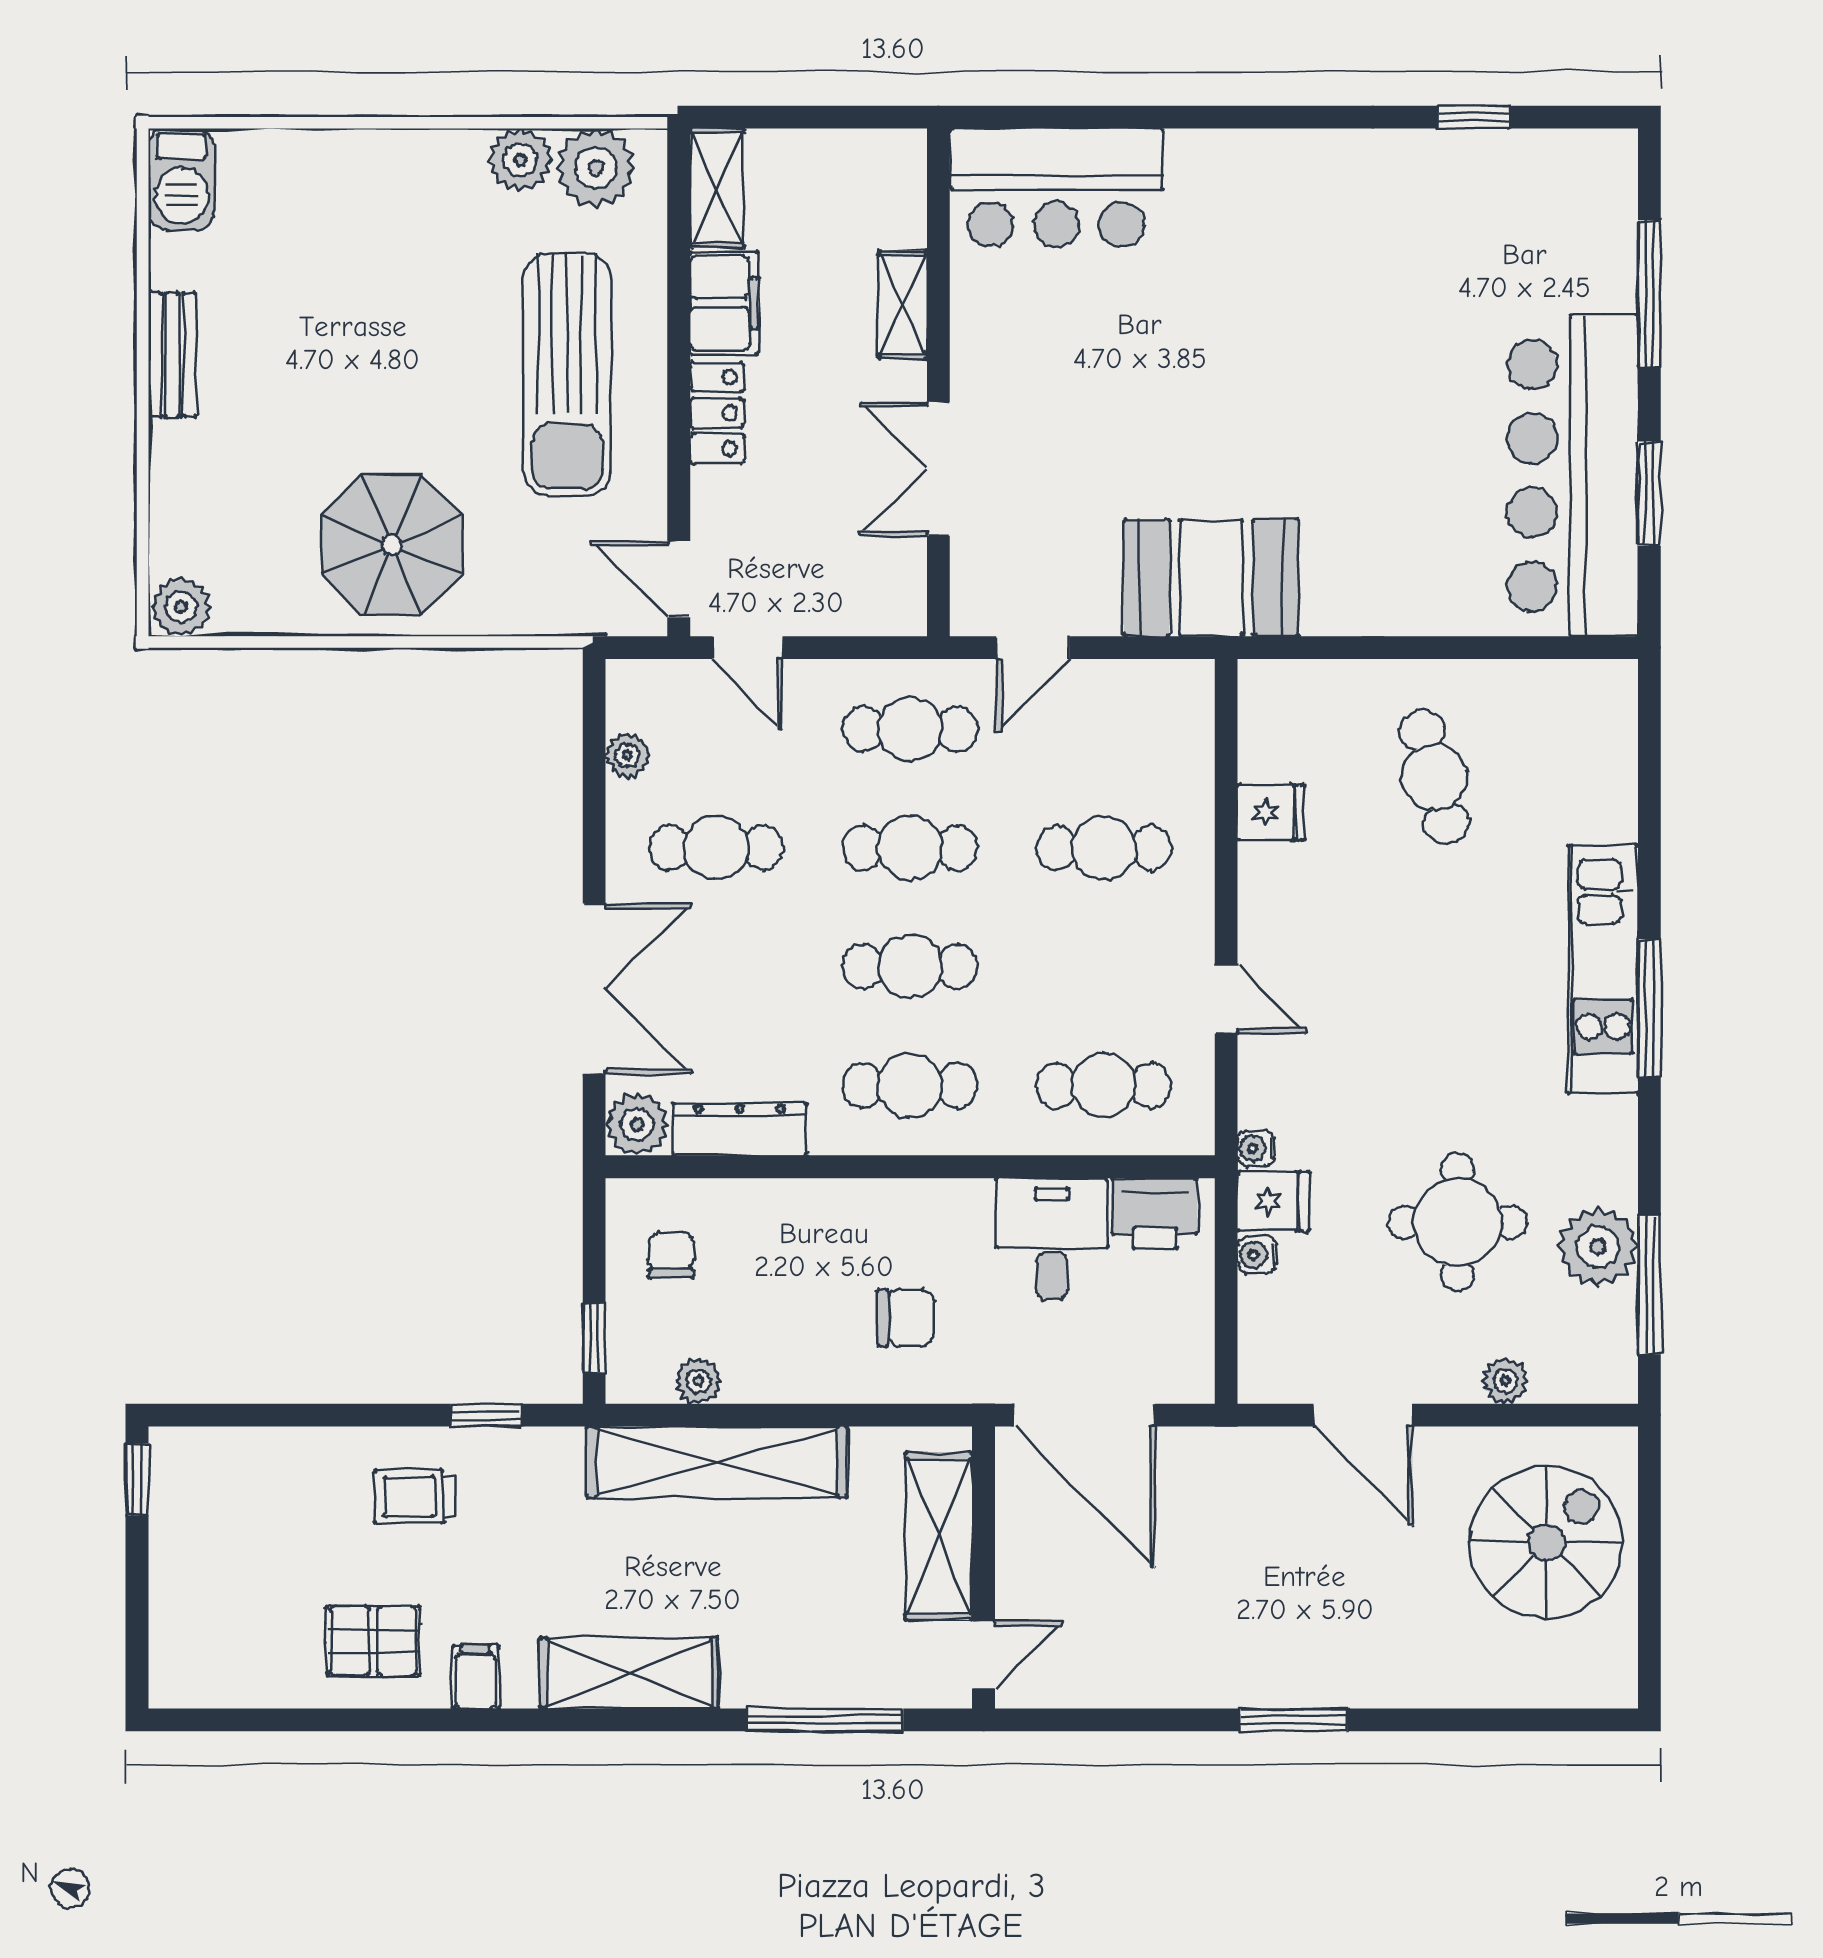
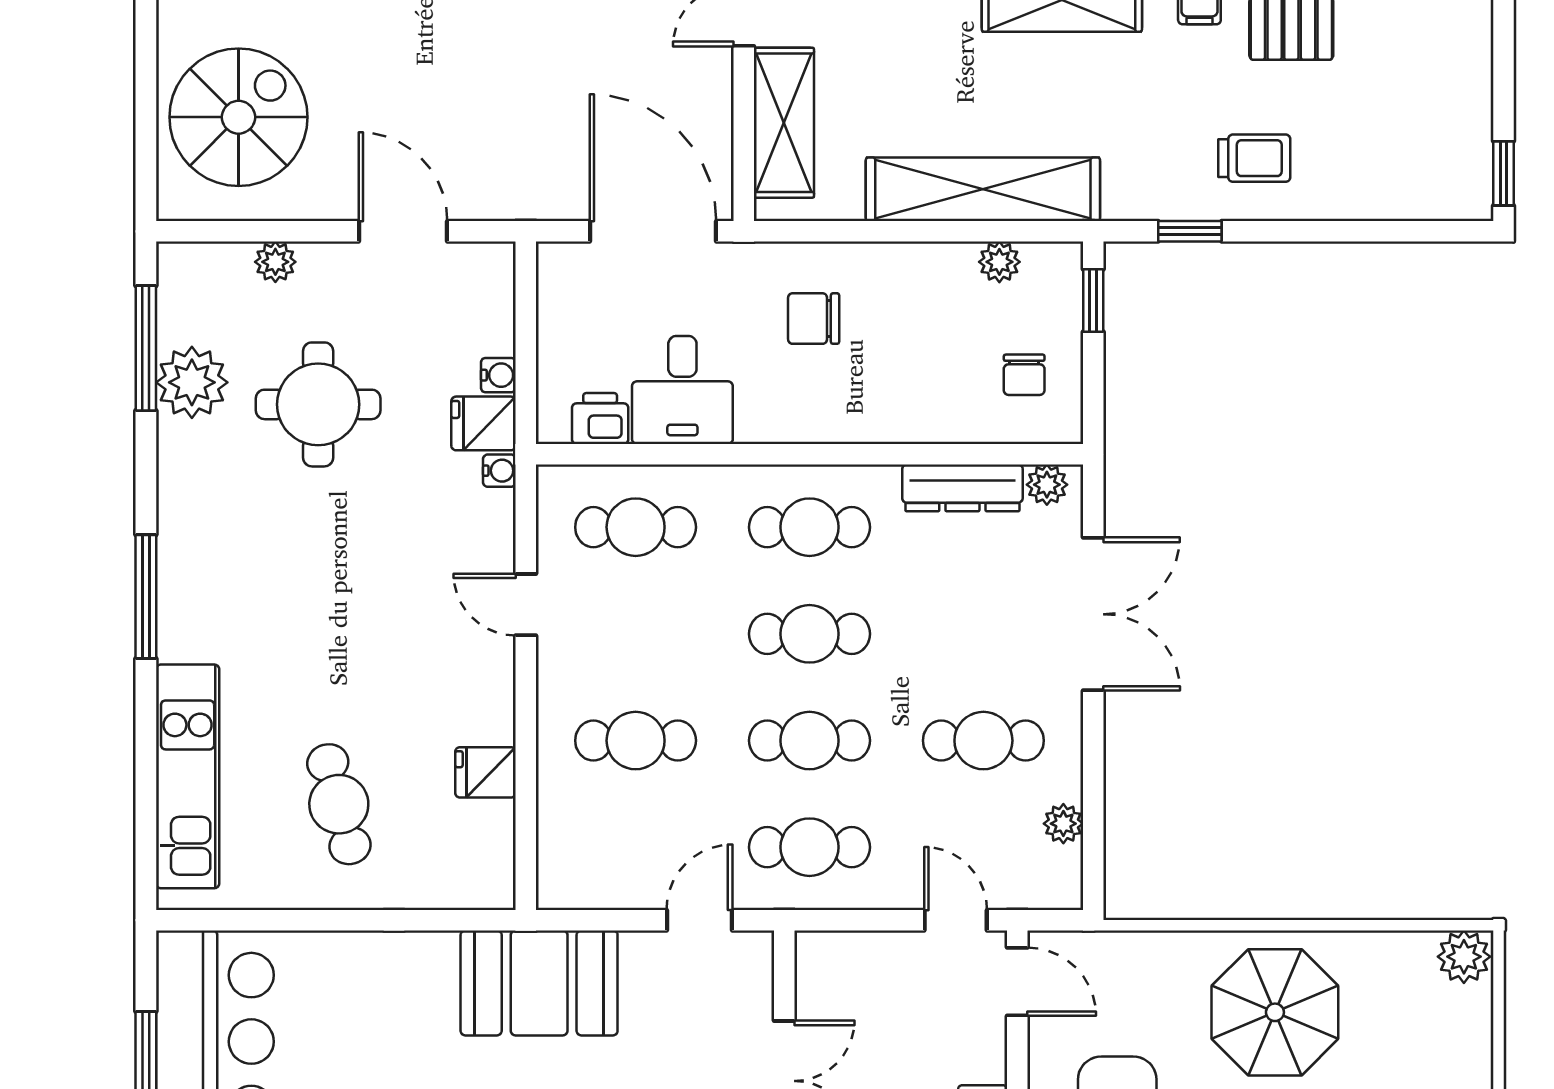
kitchen unit: (1603, 969) -> (188, 776), moved
double door: (594, 989) -> (1093, 614), swing flipped
plant: (637, 1124) -> (1047, 485), width x0.73, depth x0.73
printer: (1155, 1213) -> (600, 419), width x0.73, depth x0.81
spiral stairs: (1546, 1542) -> (238, 117), turned 180

